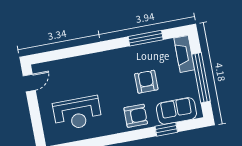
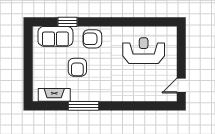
window: (146, 38) -> (83, 106), moved
fireplace: (184, 54) -> (54, 95), moved, turned -90
window: (201, 78) -> (28, 62), removed

